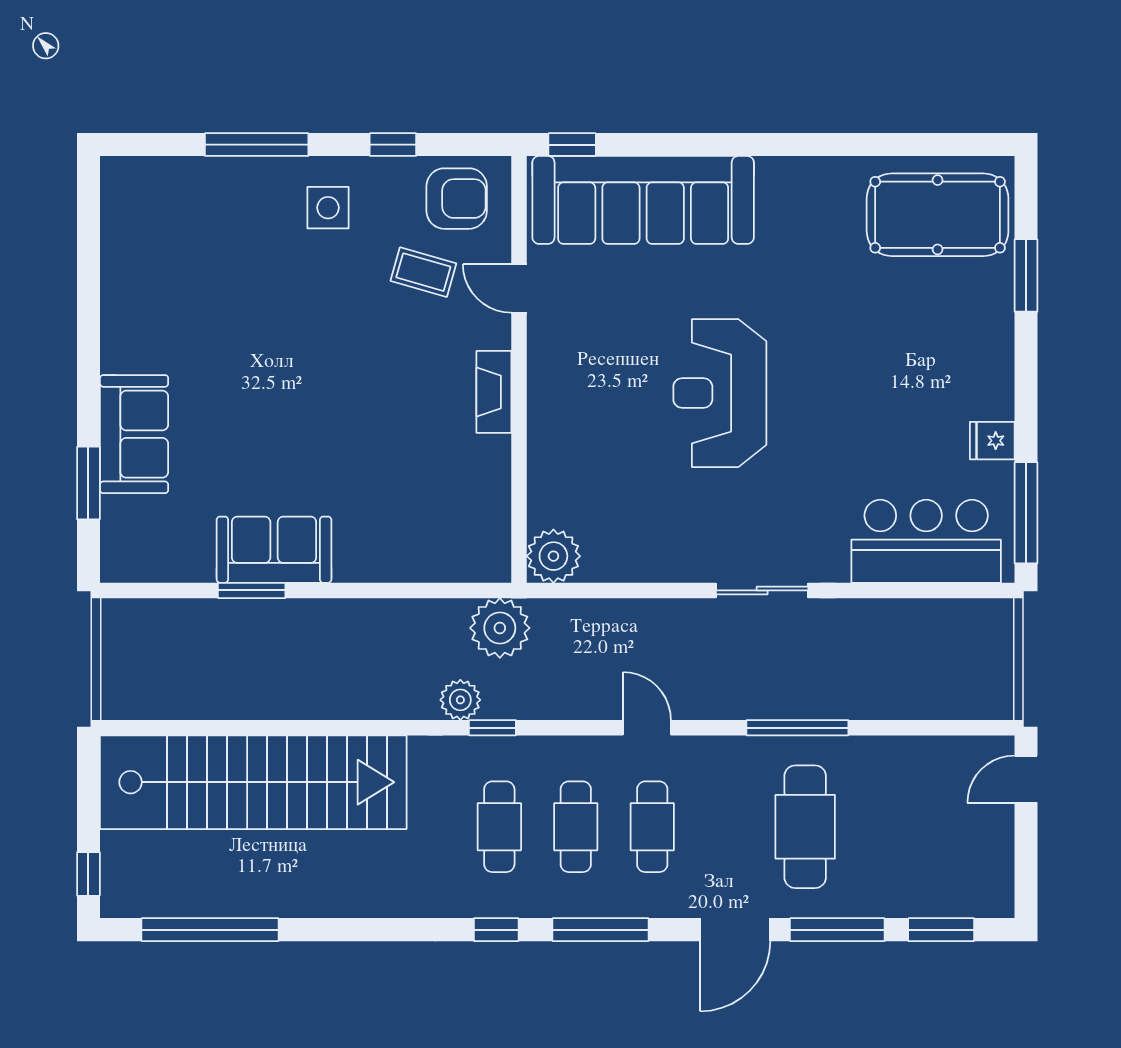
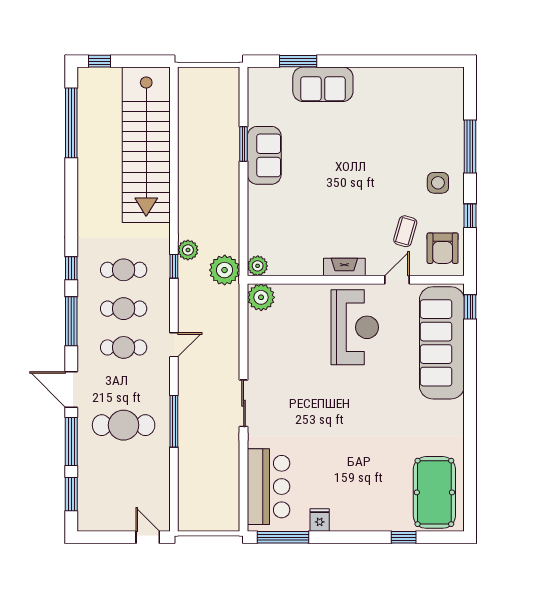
window: (1026, 275) -> (404, 537), width x0.67
reception desk: (720, 393) -> (355, 327), moved, turned 90
plant: (492, 563) -> (258, 266), added

